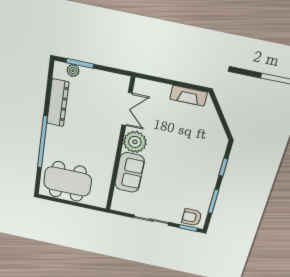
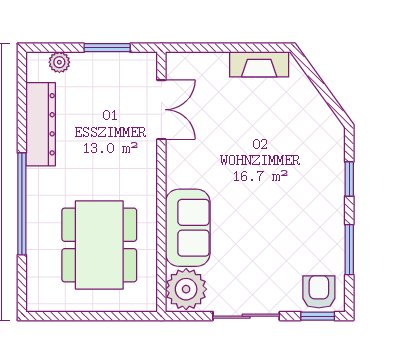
window: (80, 63) -> (107, 48), moved
plant: (135, 142) -> (186, 289), moved
dining table: (68, 182) -> (99, 245), moved, turned 90
armchair: (192, 217) -> (319, 292), turned 90

